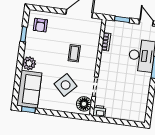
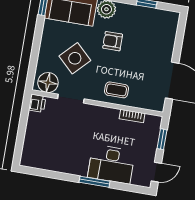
armchair: (40, 25) -> (113, 41), moved
coffee table: (74, 53) -> (116, 90), moved

